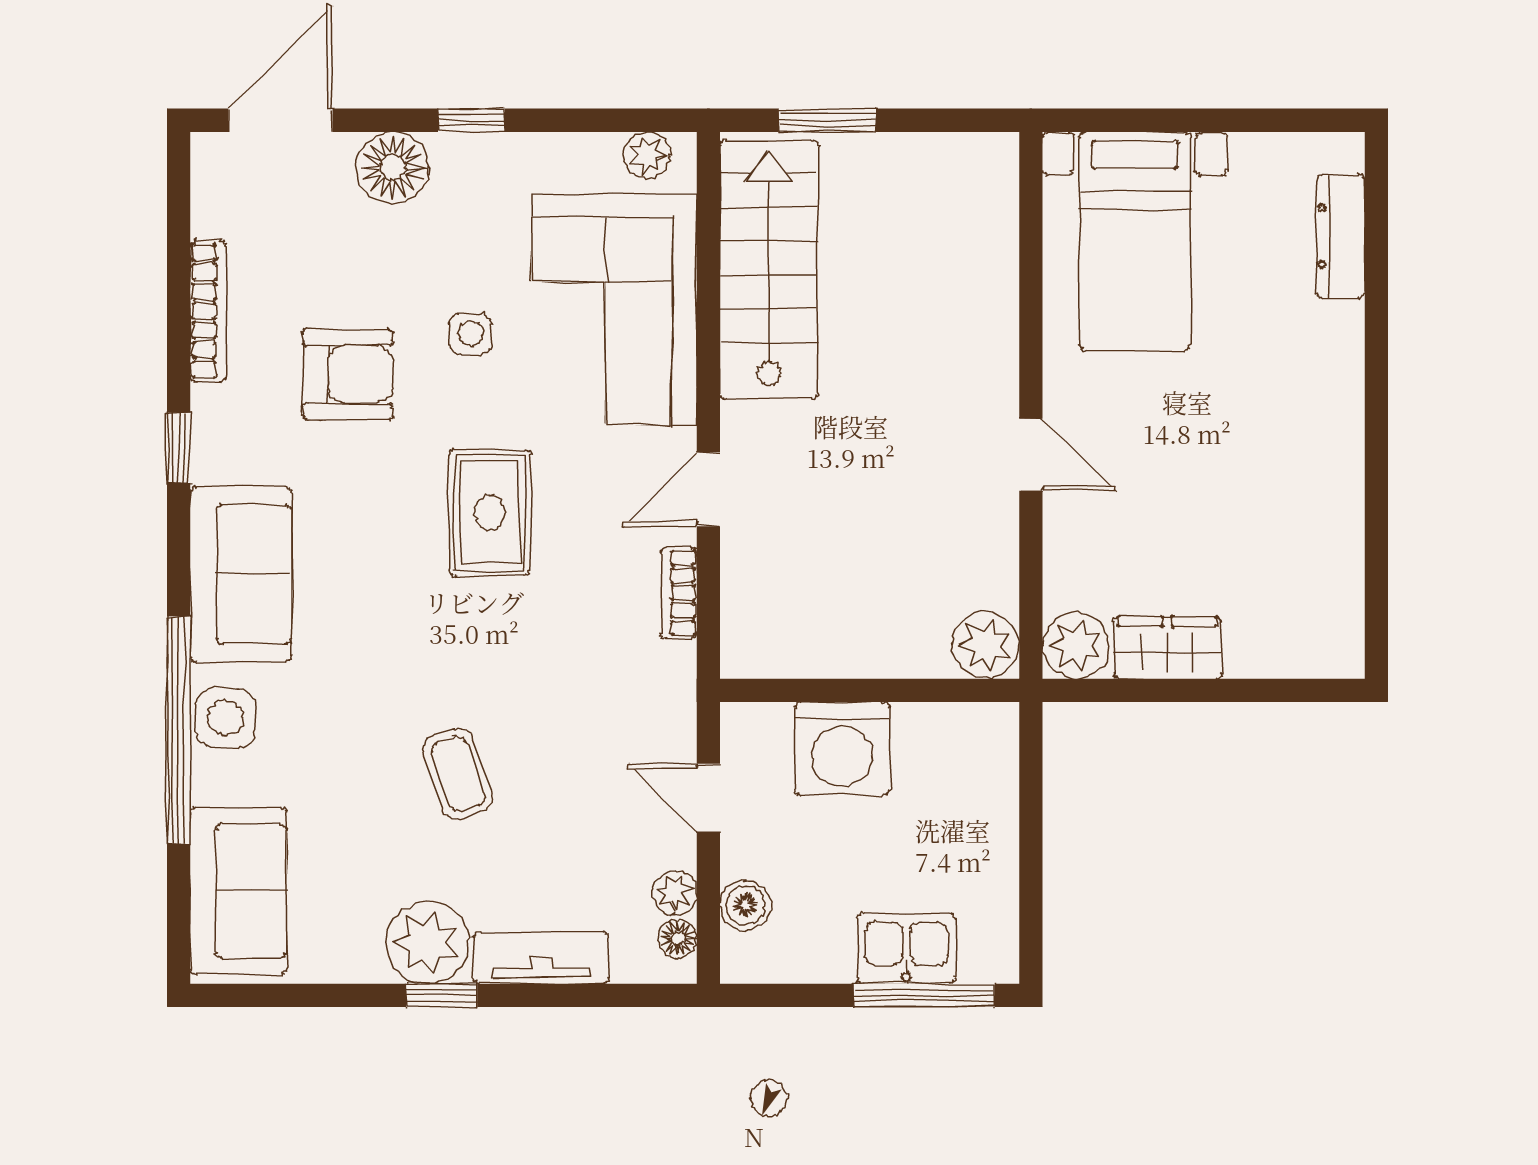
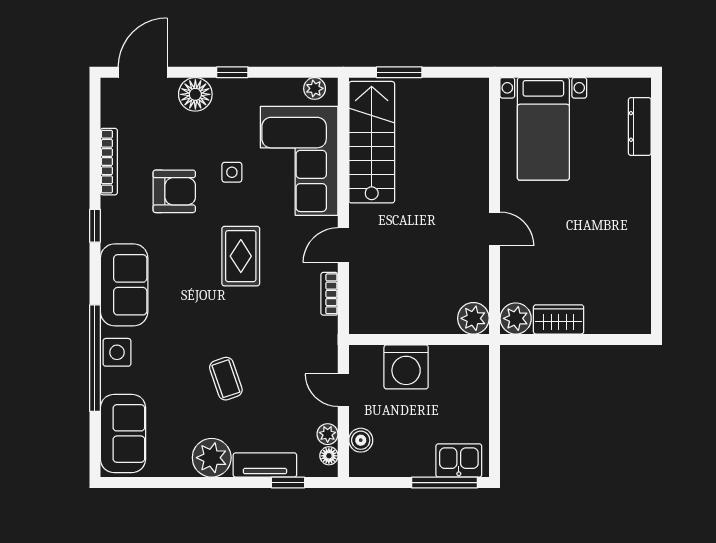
kitchen sink: (906, 948) -> (459, 460), moved
window: (442, 995) -> (288, 483), moved

